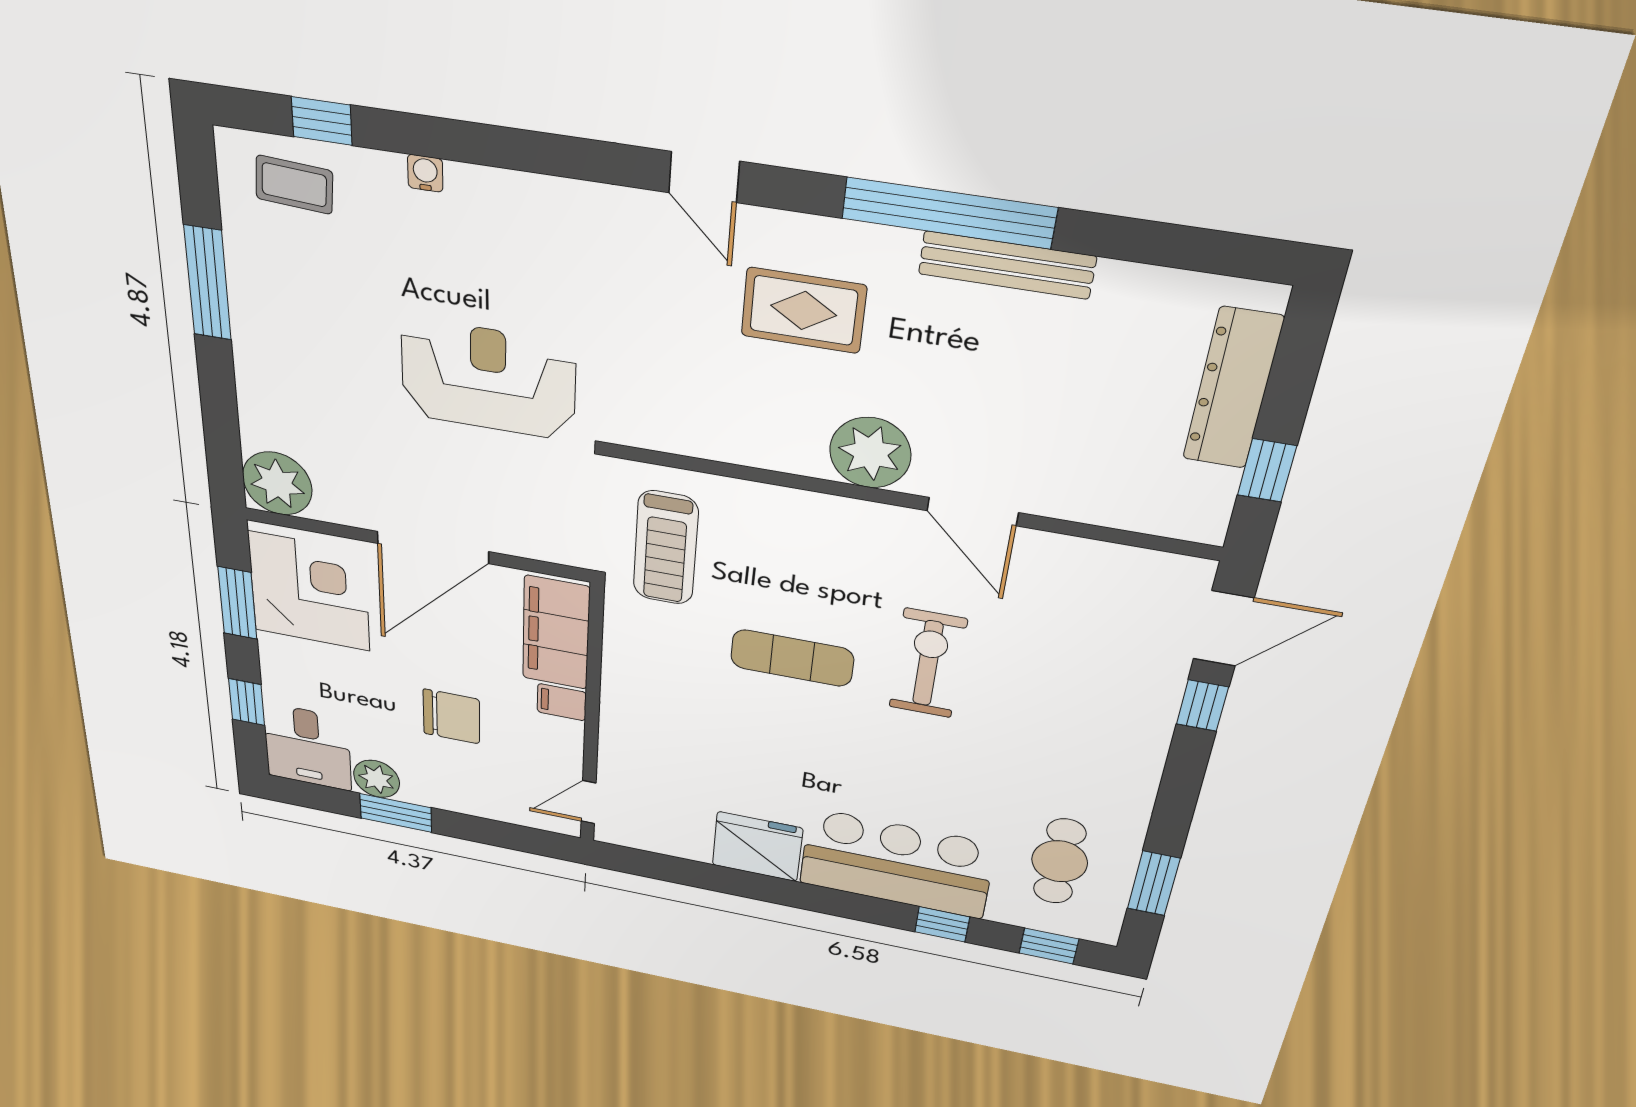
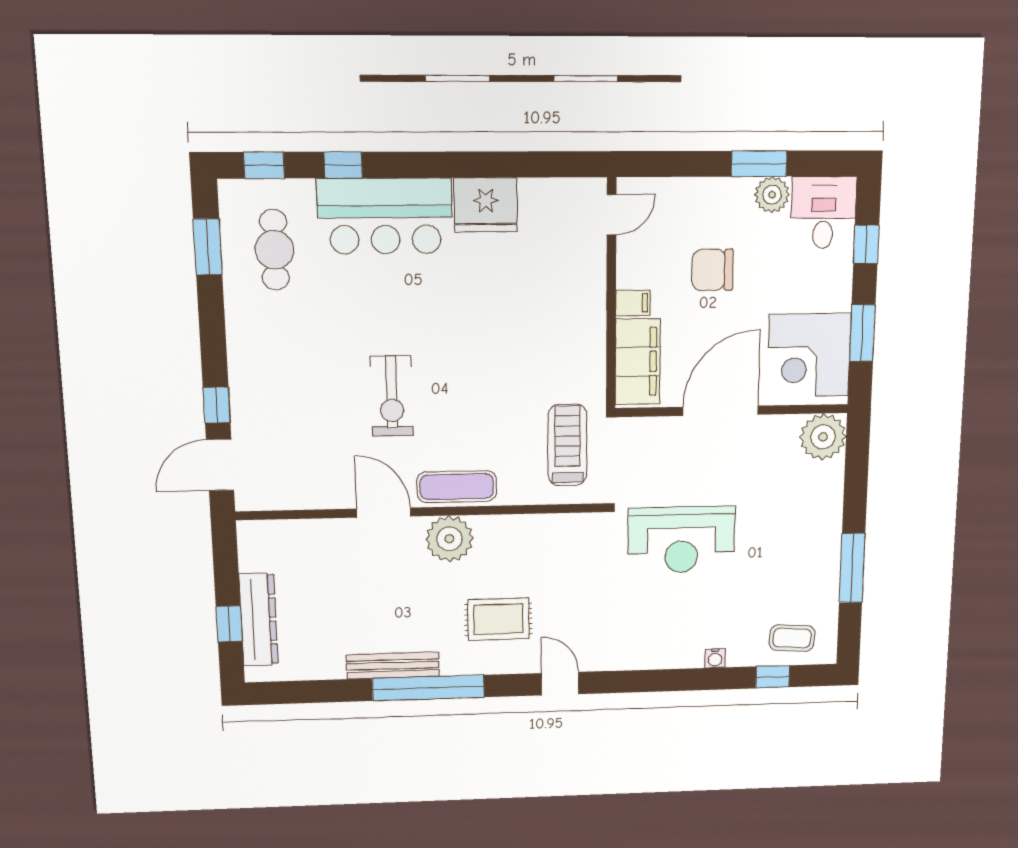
window: (1267, 470) -> (229, 624), moved
exercise mat: (792, 658) -> (457, 487), moved

